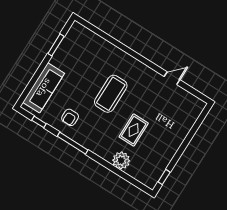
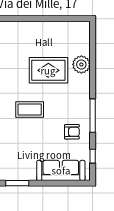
coffee table: (111, 94) -> (30, 110), width x0.73, depth x0.76
rug: (134, 130) -> (48, 70), width x1.36, depth x1.43
window: (164, 177) -> (72, 19), removed

